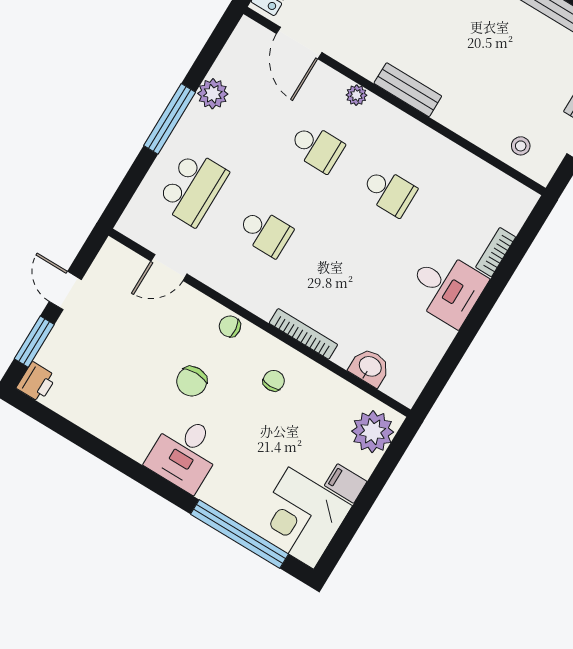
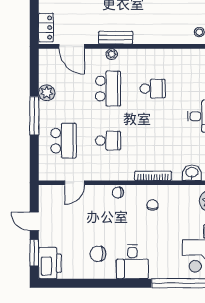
bench: (408, 90) -> (116, 38), moved
school desk: (317, 147) -> (108, 89), width x1.85
chair: (192, 381) -> (98, 254), moved, turned 90
printer: (36, 382) -> (50, 263), width x1.87, depth x1.48

